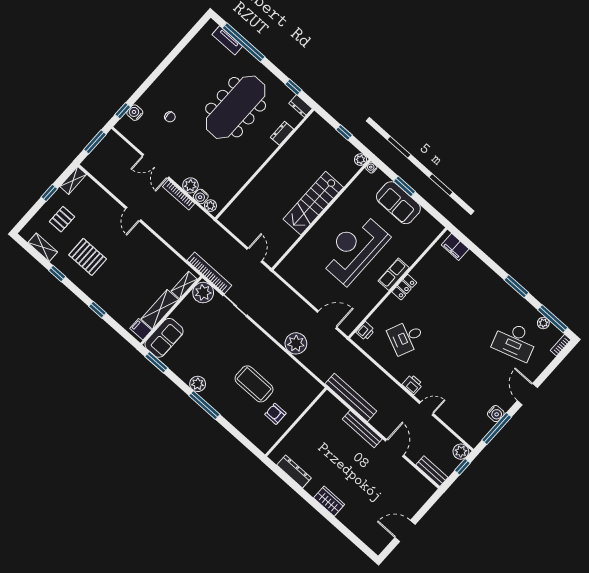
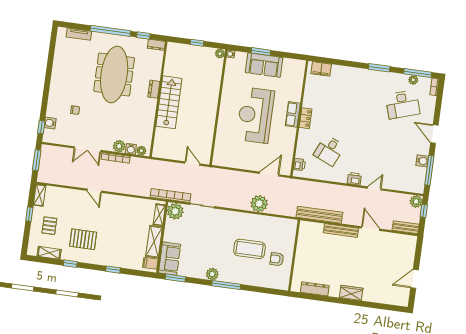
window: (244, 42) -> (110, 31), moved
dresser: (282, 133) -> (154, 89), moved
stairs: (313, 203) -> (169, 102), moved, turned 180

